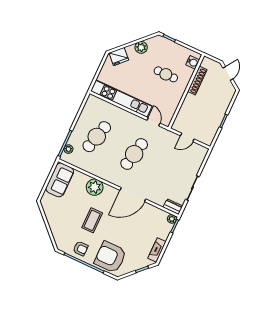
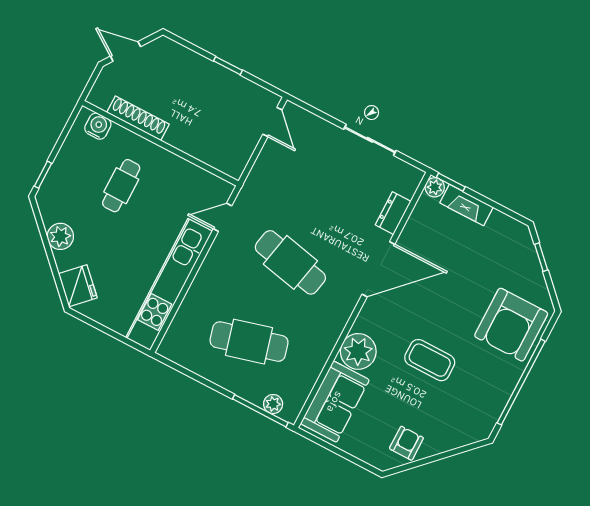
cafe table: (97, 137) -> (249, 342), turned -30
door: (187, 137) -> (272, 122), moved
sofa: (60, 180) -> (335, 402), moved, turned 90
door: (133, 195) -> (378, 269), hinge flipped
dresser: (173, 207) -> (393, 213), moved
armchair: (81, 249) -> (406, 443), moved
fireplace: (157, 250) -> (466, 205), moved

